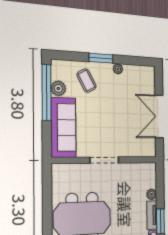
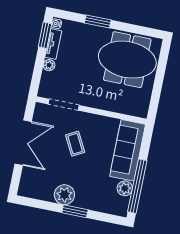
plant: (118, 69) -> (64, 195), width x1.88, depth x1.88
coffee table: (87, 81) -> (75, 144), moved
doorway: (104, 160) -> (64, 105), moved

